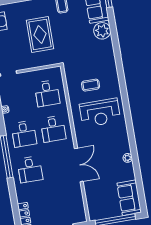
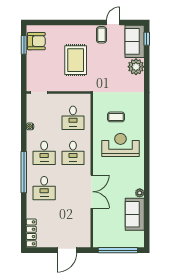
reception desk: (100, 113) -> (120, 145), turned 180
sofa: (129, 198) -> (135, 214), moved

